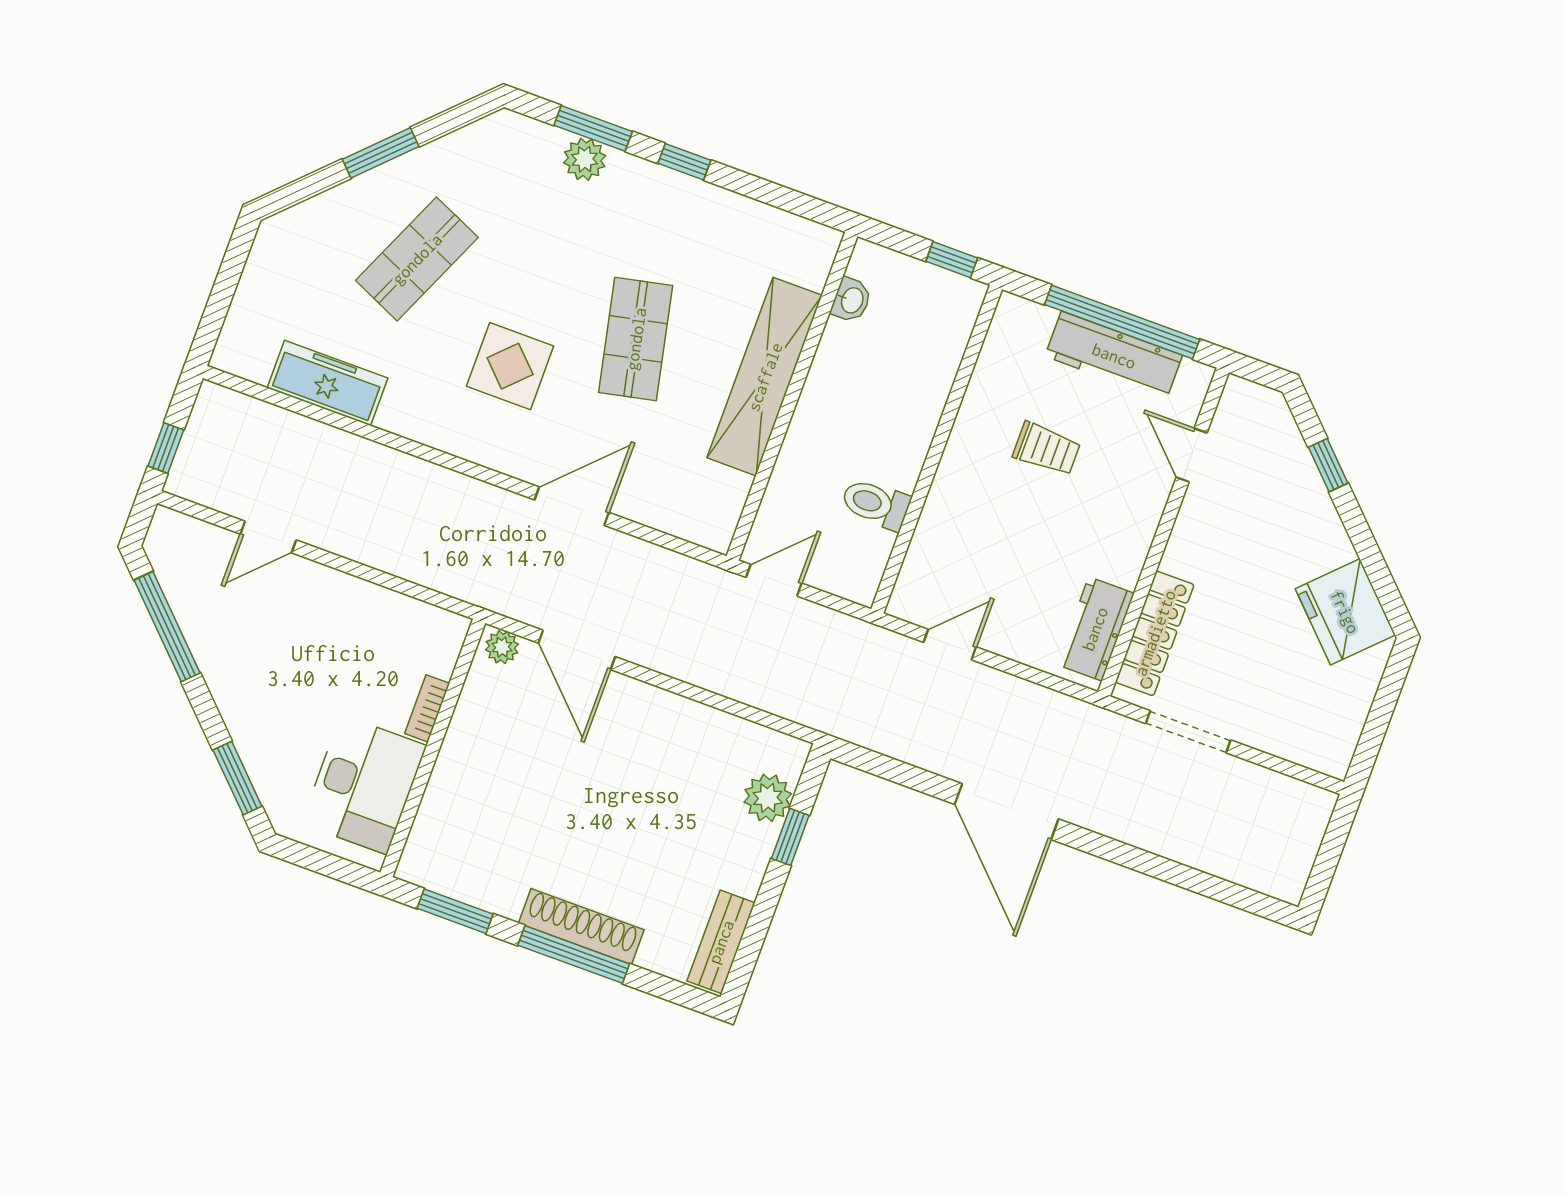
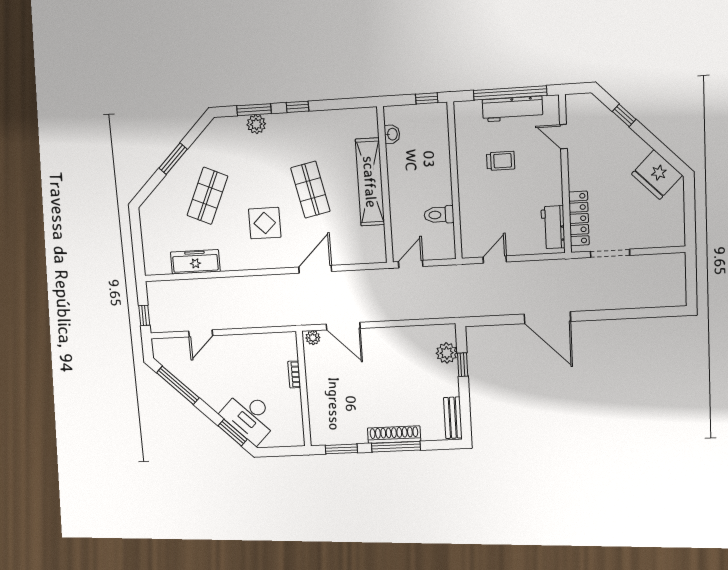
desk: (364, 785) -> (250, 416), moved, turned 135

